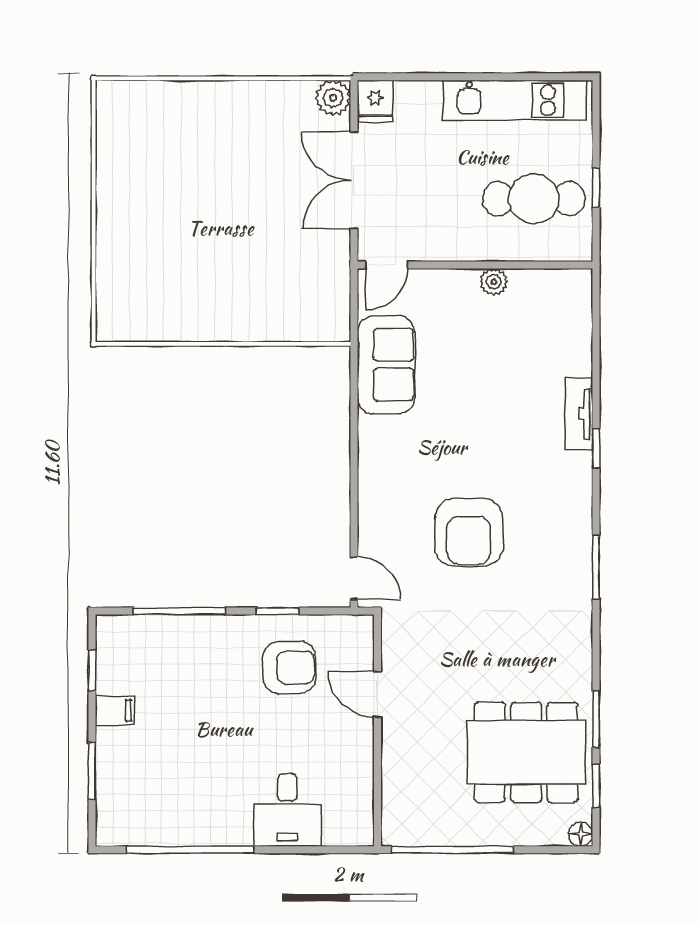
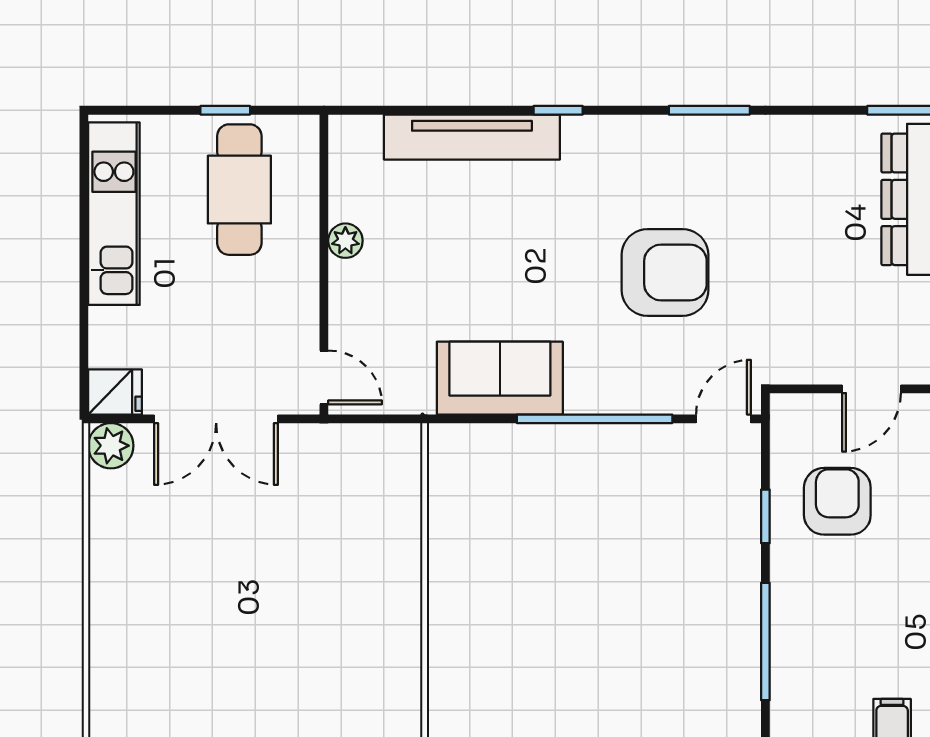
sofa: (386, 365) -> (500, 378), moved
tv unit: (579, 414) -> (472, 137), width x1.92, depth x1.29
window: (354, 477) -> (595, 419), added

